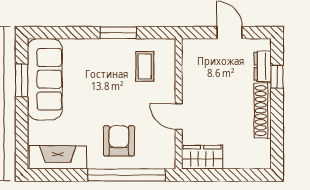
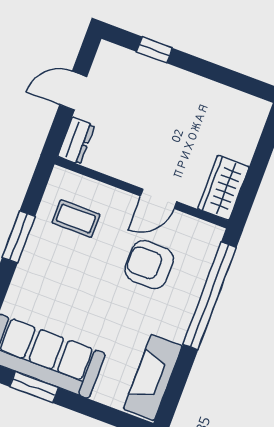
dresser: (263, 66) -> (76, 141), moved, turned -90
shoe rack: (263, 111) -> (192, 85), removed
armchair: (119, 141) -> (149, 265), moved

